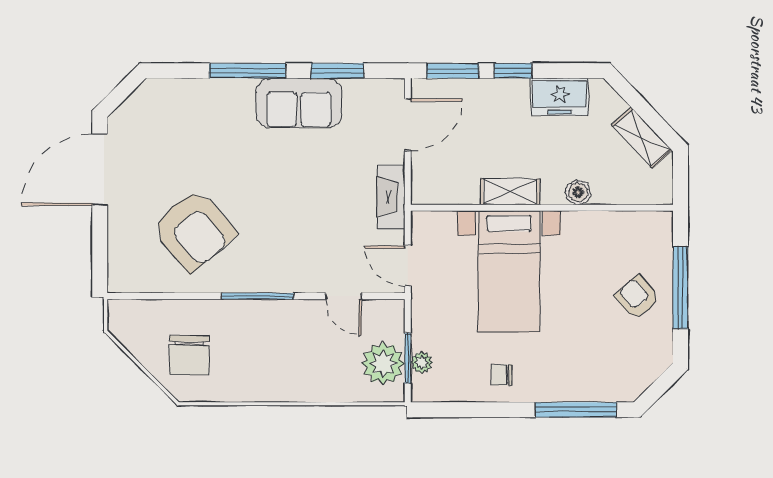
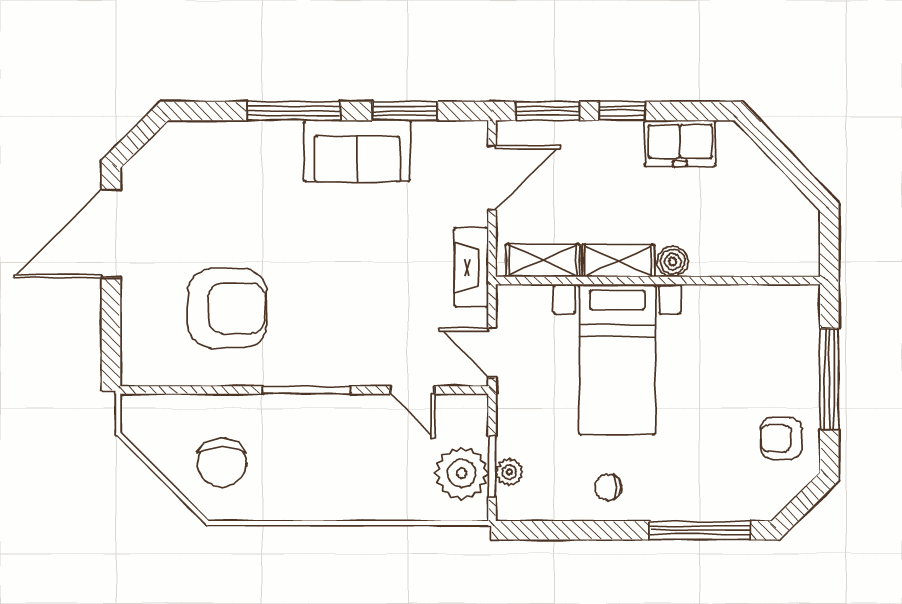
shelving: (642, 138) -> (543, 260), moved, turned -47
boiler: (578, 192) -> (673, 262), moved
armchair: (194, 230) -> (227, 308), turned -50
armchair: (637, 297) -> (781, 438), moved, turned -49

